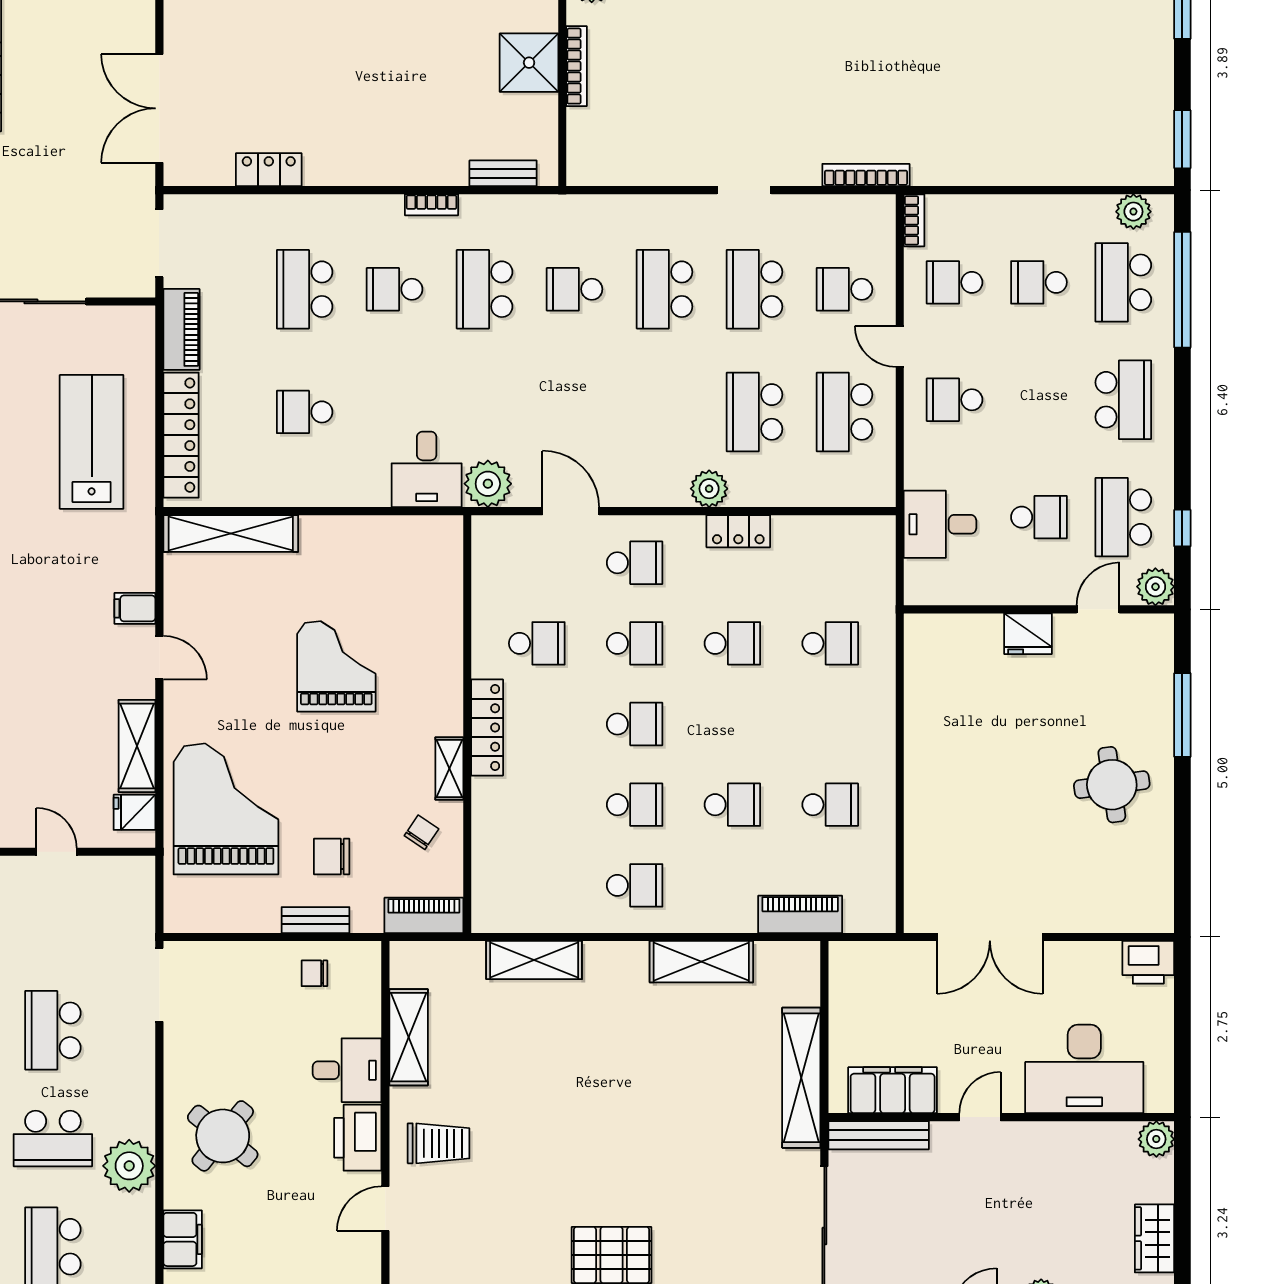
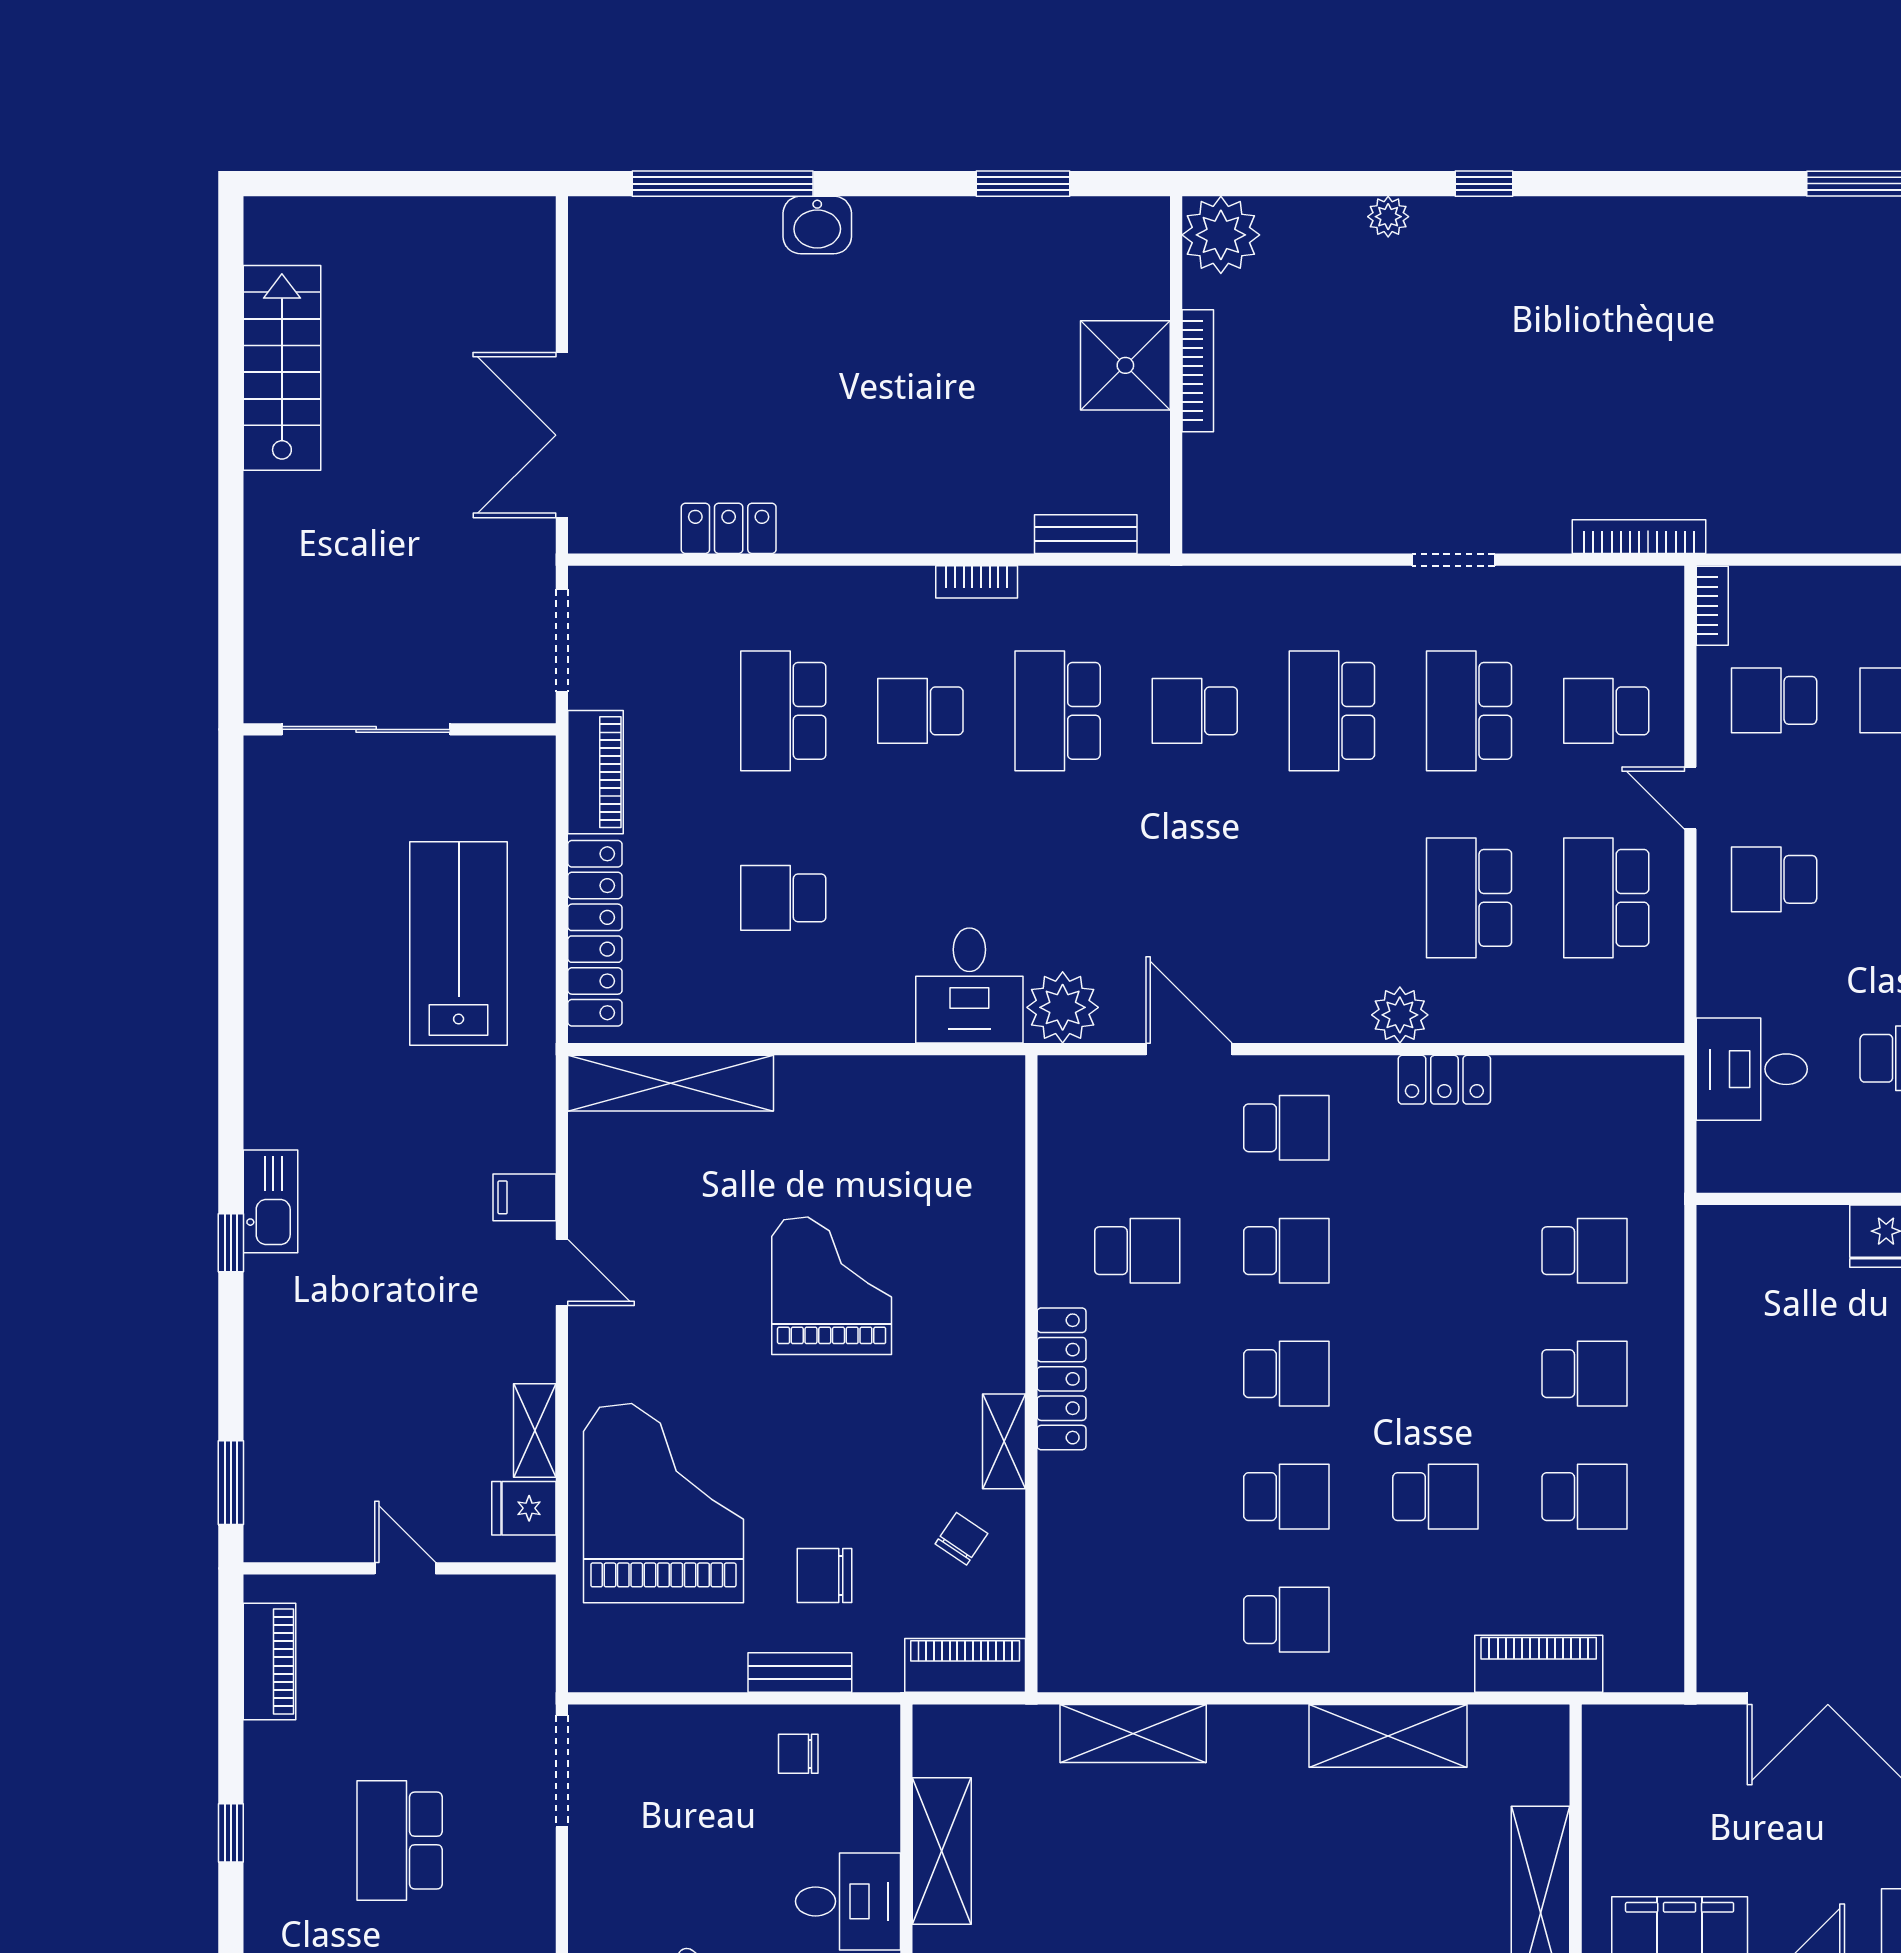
school desk: (732, 643) -> (1584, 1374), moved
shelving: (137, 746) -> (535, 1431), width x0.67, depth x0.75

